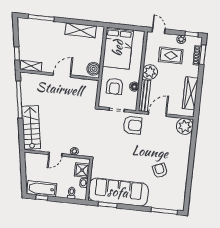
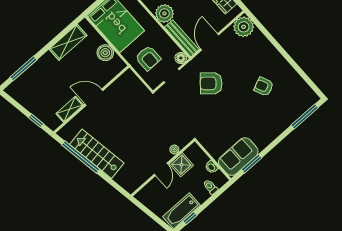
shelving: (31, 66) -> (70, 109), moved
boiler: (93, 69) -> (105, 53), moved
door: (62, 75) -> (94, 97), hinge flipped
floor lamp: (134, 87) -> (181, 58), moved
armchair: (133, 125) -> (211, 83), moved, turned -139
stairs: (31, 127) -> (97, 154), moved
shower: (82, 170) -> (181, 165), moved
sofa: (118, 192) -> (238, 157), width x0.54, depth x0.79

